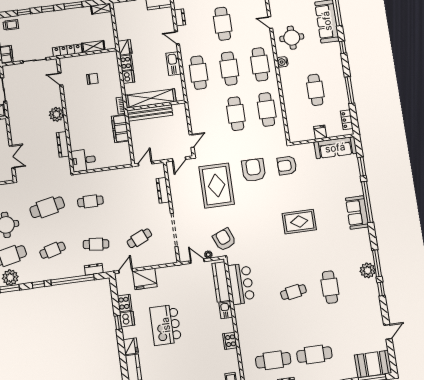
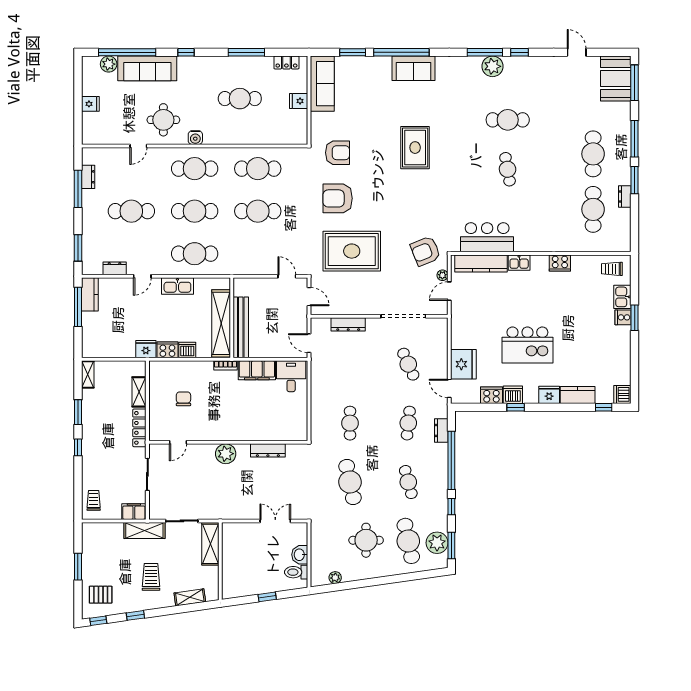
window: (24, 12) -> (78, 481), removed
desk: (84, 160) -> (291, 376), moved, turned 180
armchair: (287, 165) -> (338, 153), turned -90

